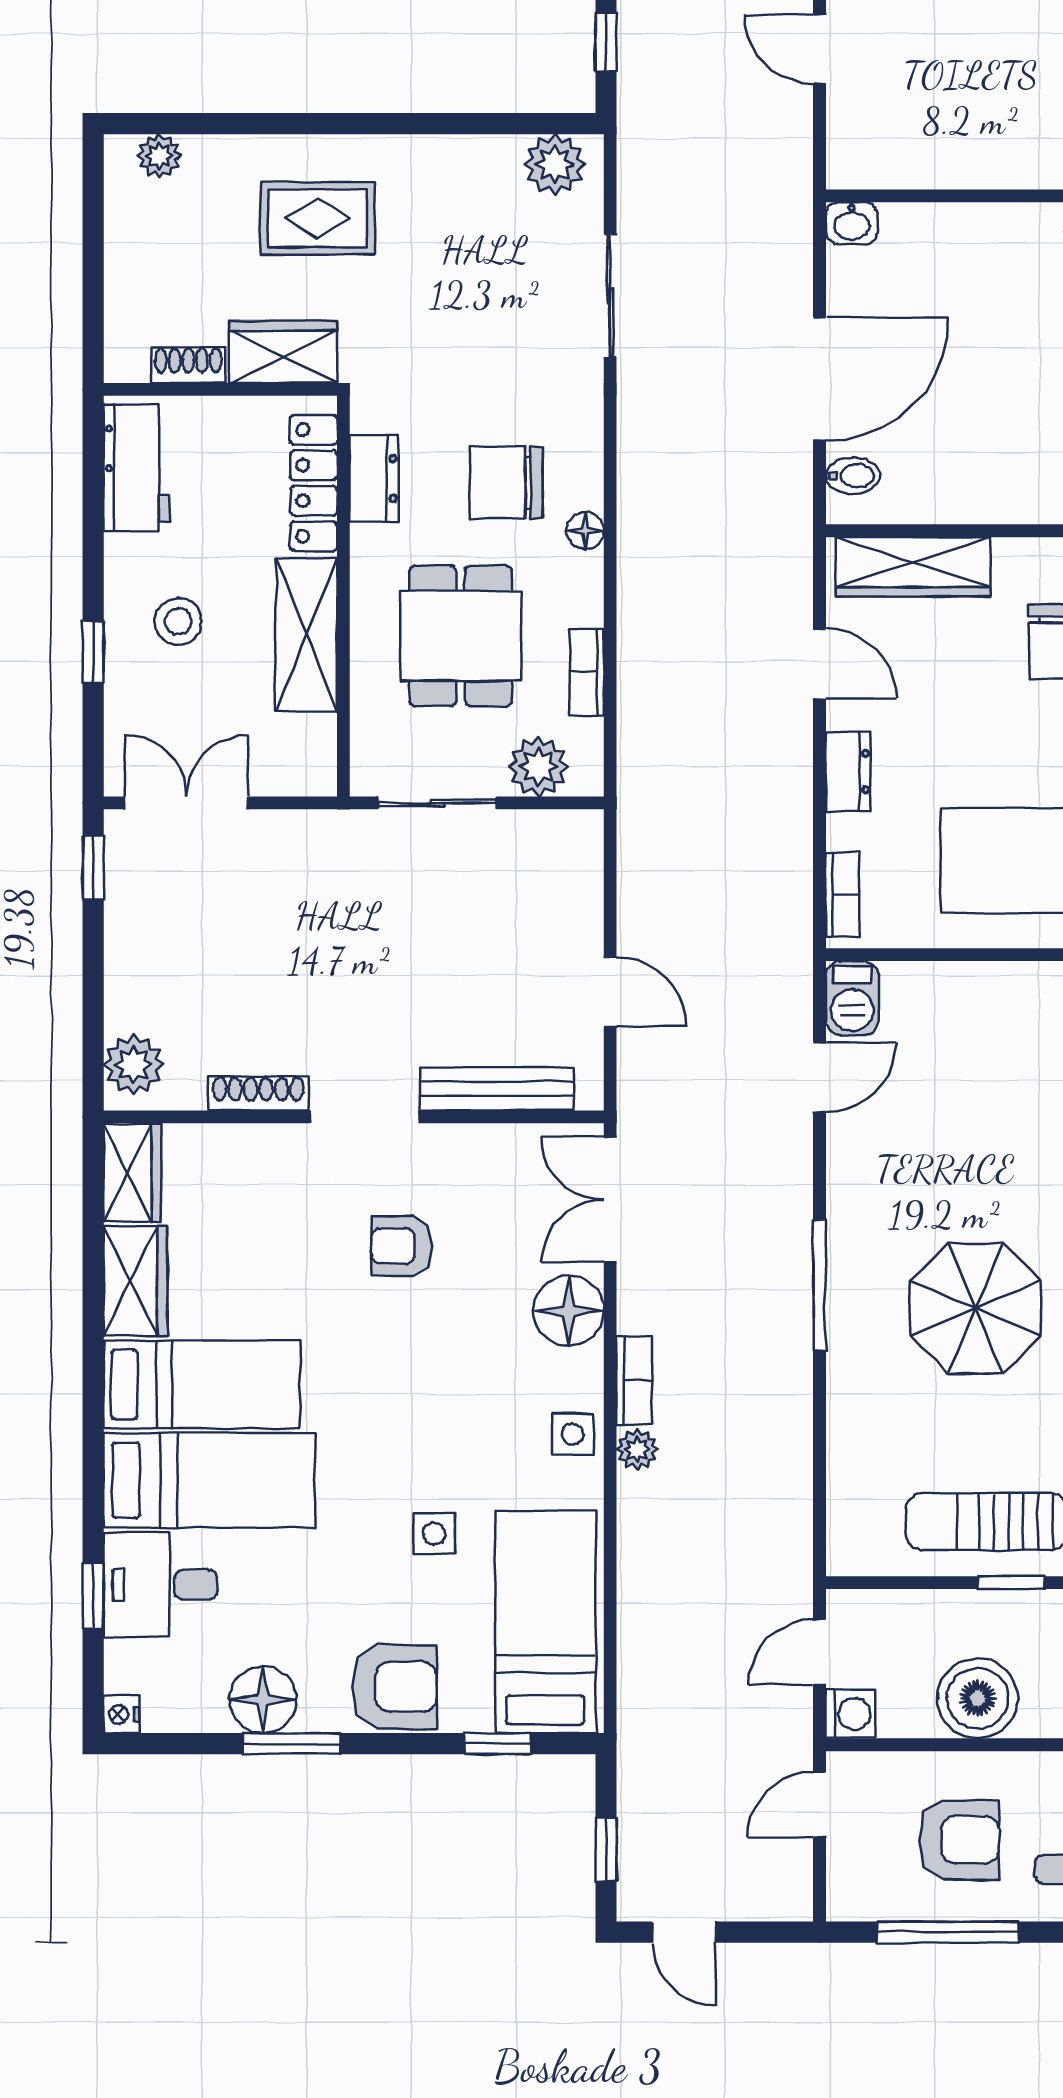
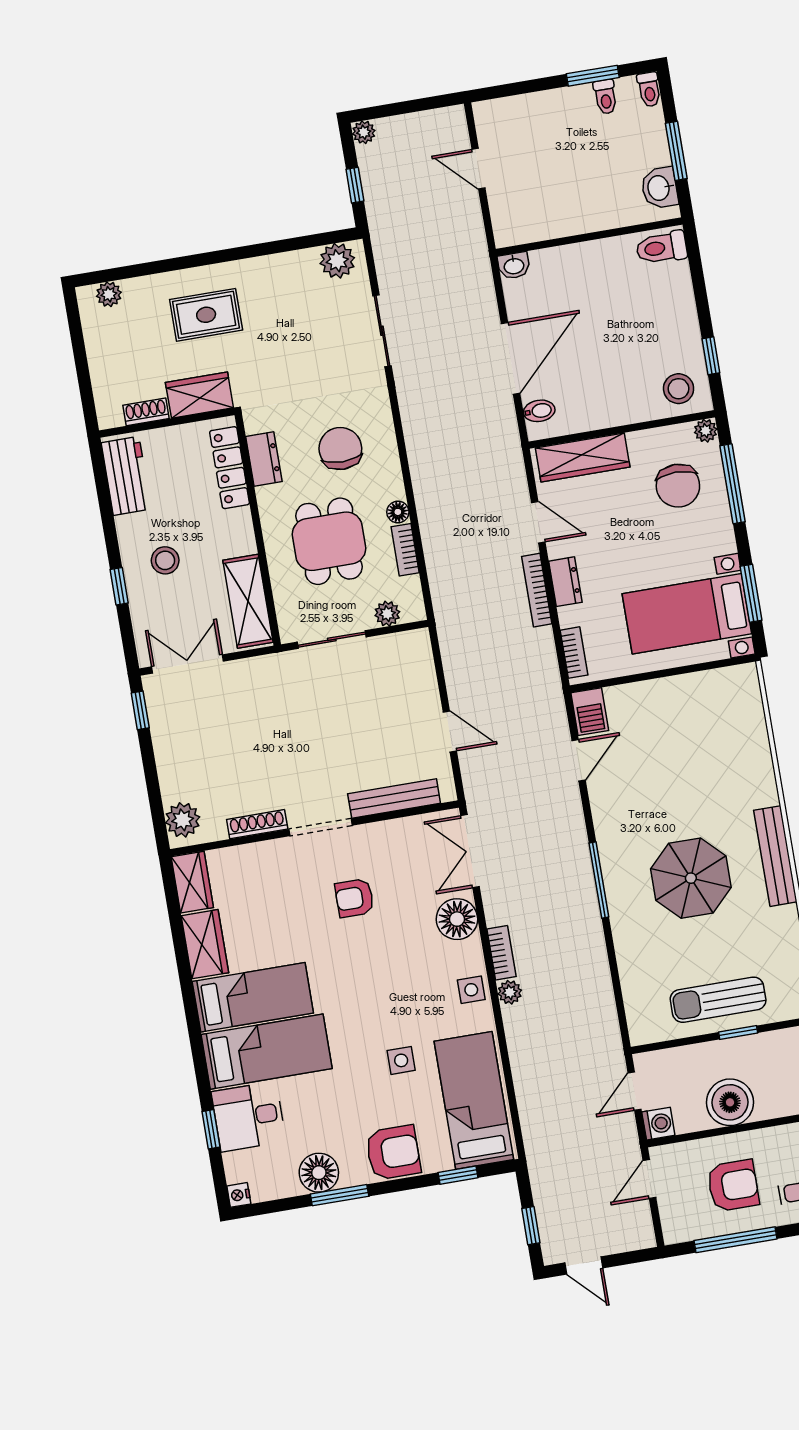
chair: (506, 482) -> (340, 448), turned 90
floor lamp: (585, 531) -> (398, 512), moved
shelving: (306, 635) -> (248, 601), moved
plant: (538, 767) -> (387, 614), width x0.73, depth x0.73
bookcase: (797, 778) -> (537, 590), added

